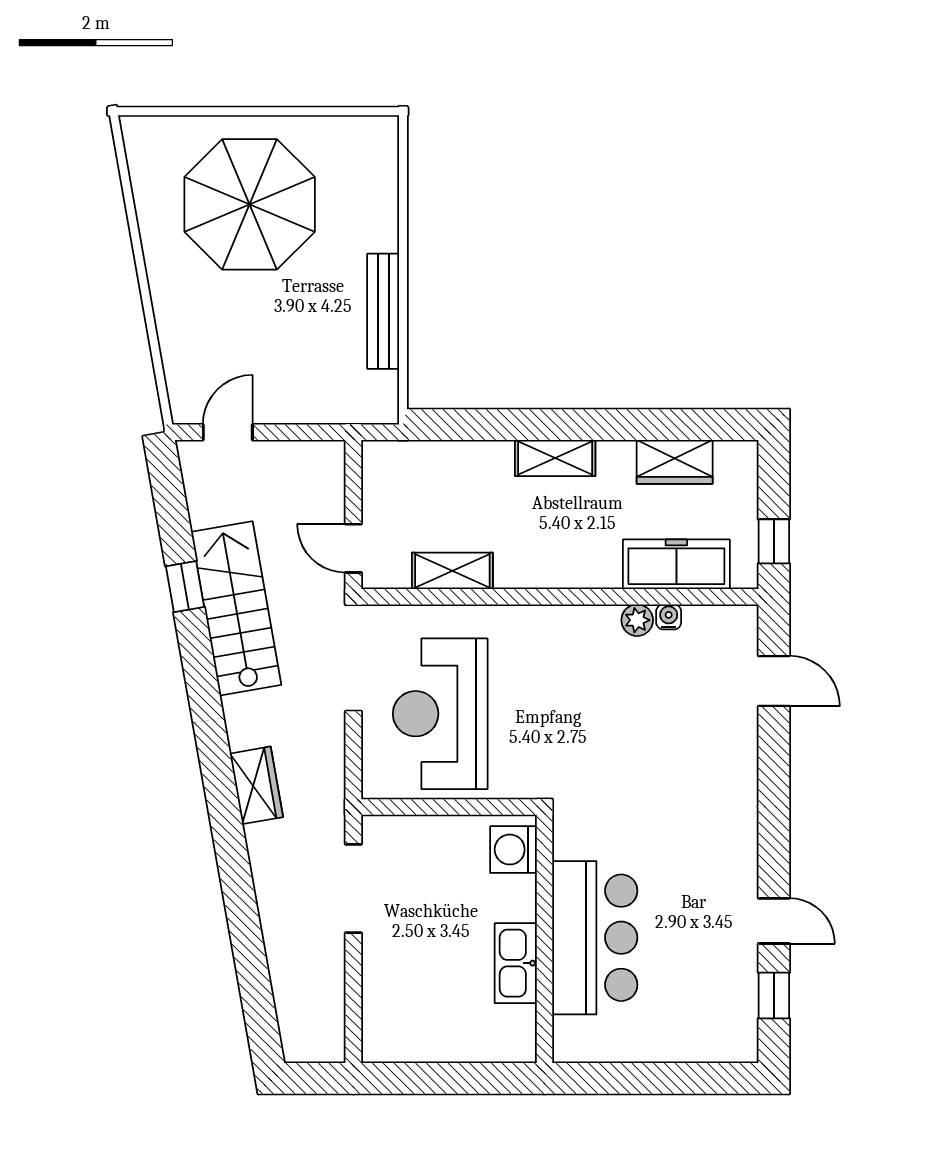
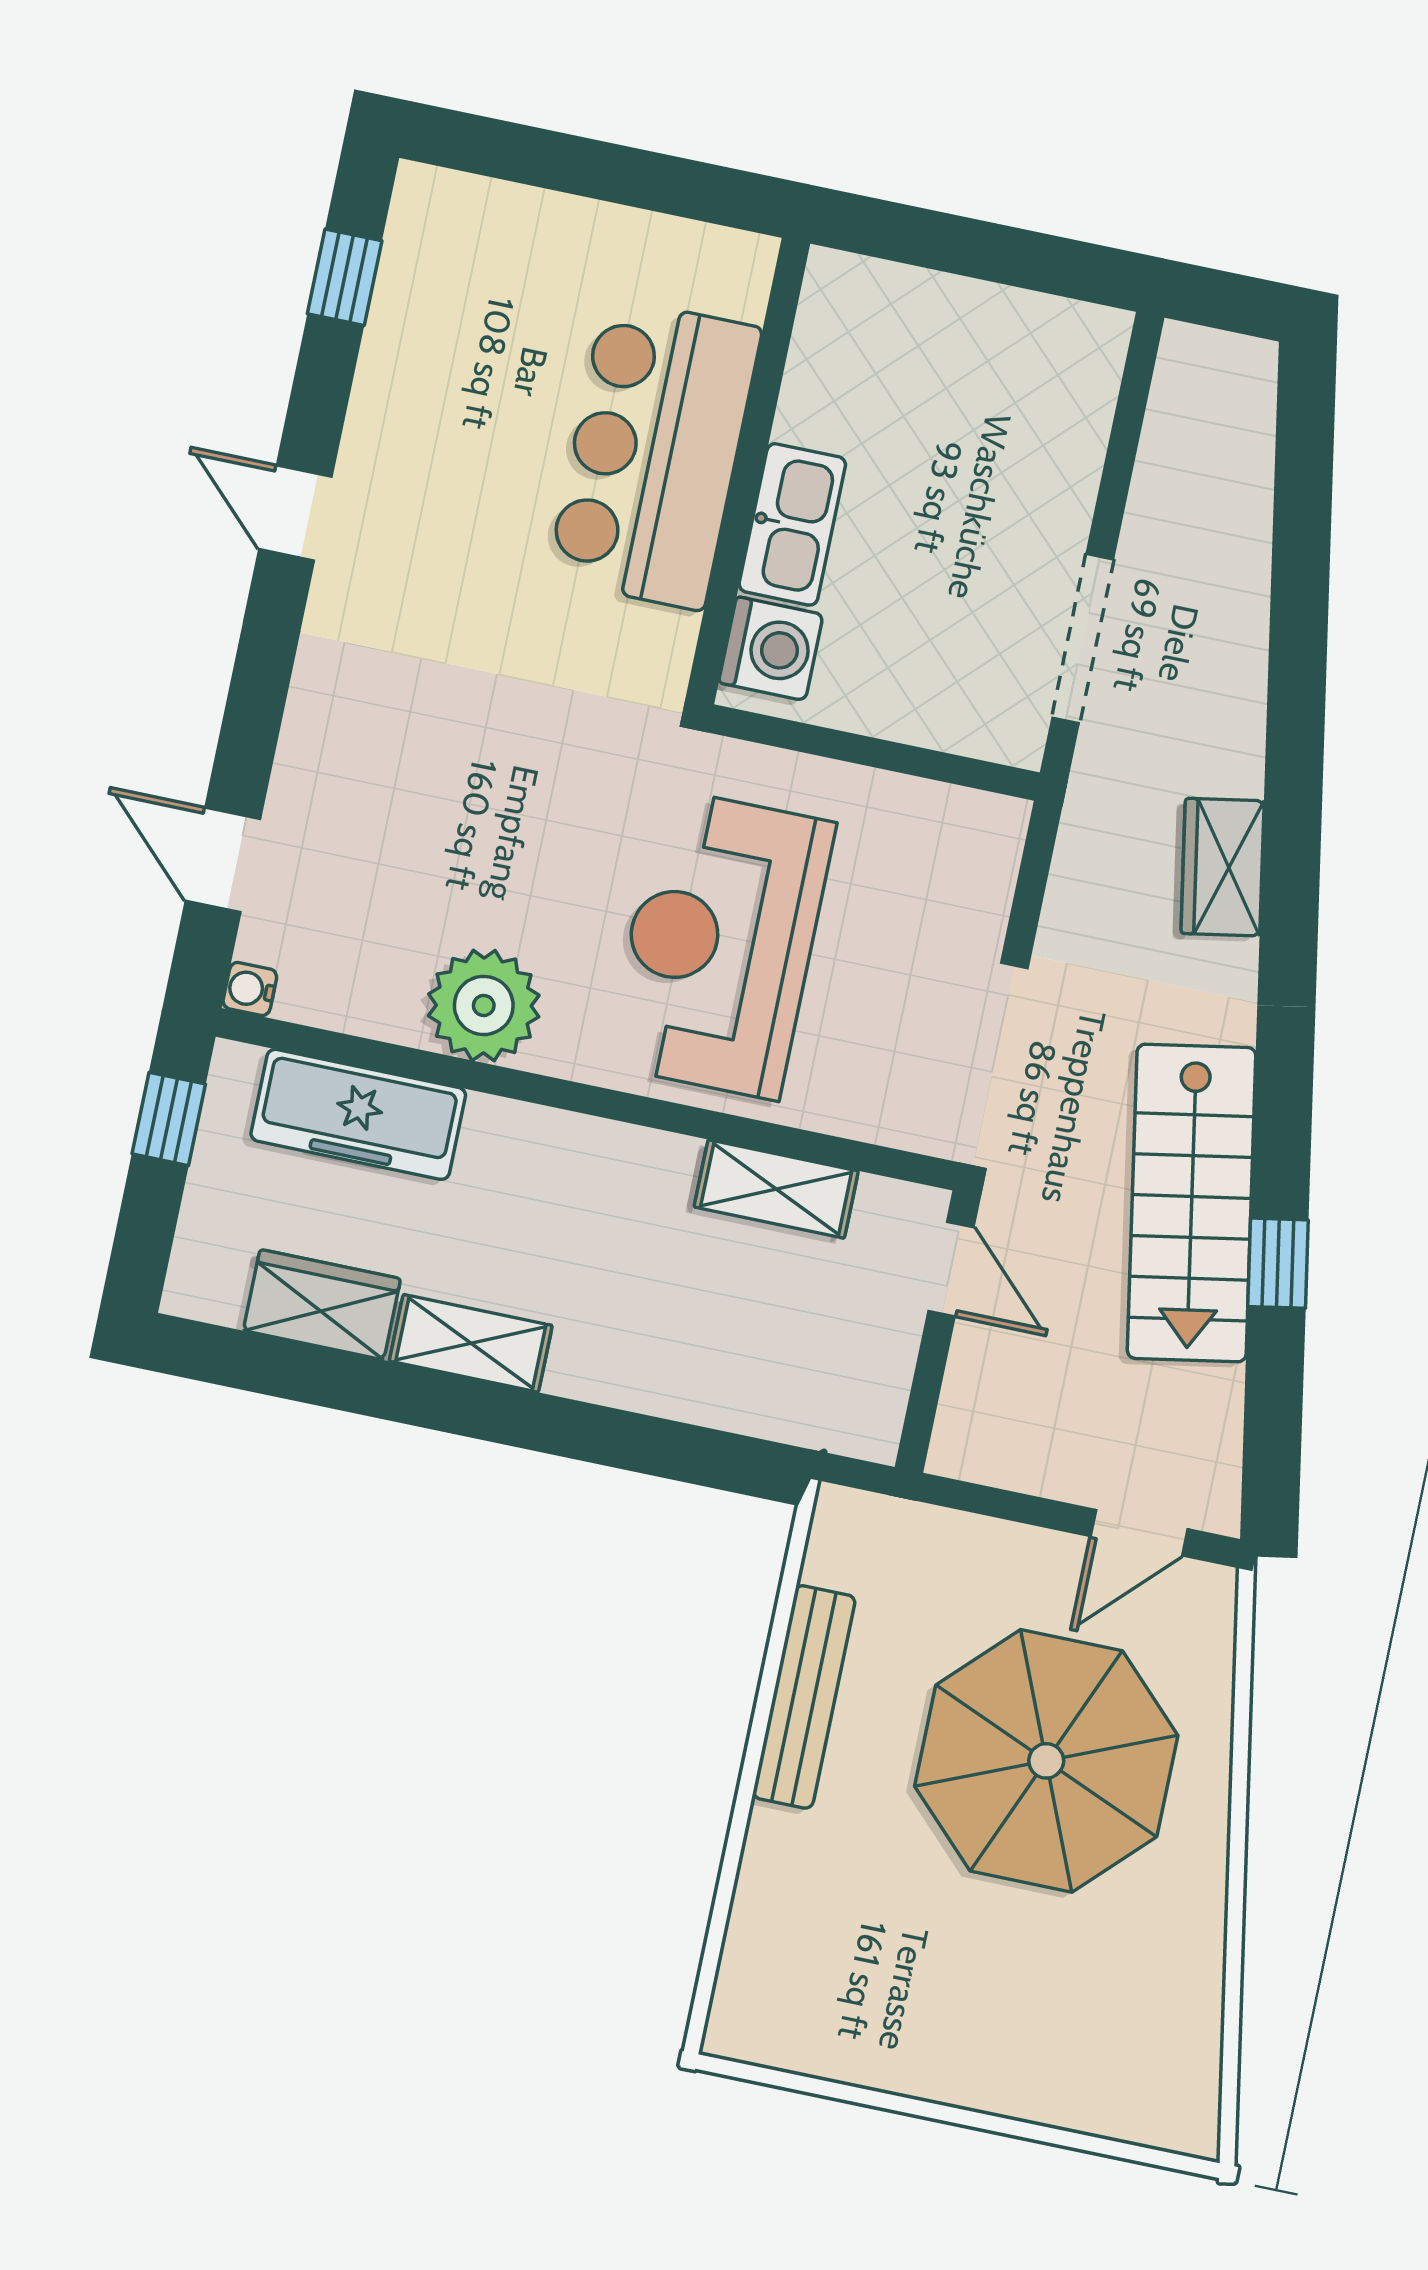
parasol: (250, 204) -> (1046, 1761), moved
shelving: (555, 458) -> (471, 1343), moved
water cooler: (669, 617) -> (250, 989), moved, turned 90
plant: (637, 620) -> (484, 1005), width x1.87, depth x1.87
reception desk: (440, 714) -> (720, 944), moved, turned 180
door: (774, 921) -> (295, 513), moved
kitchen sink: (516, 963) -> (792, 524), moved

